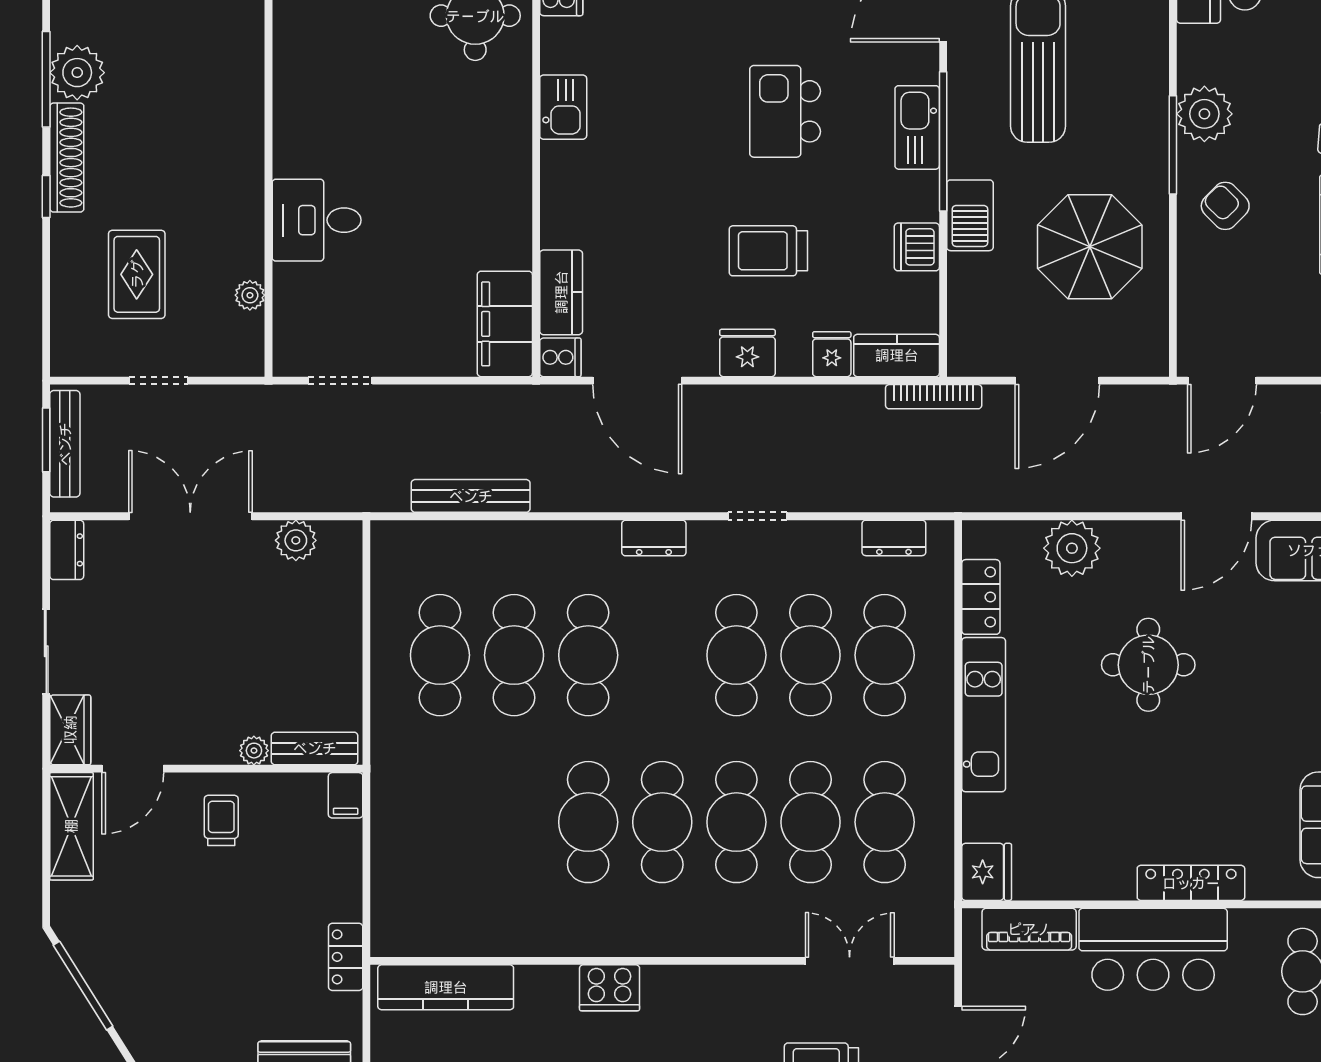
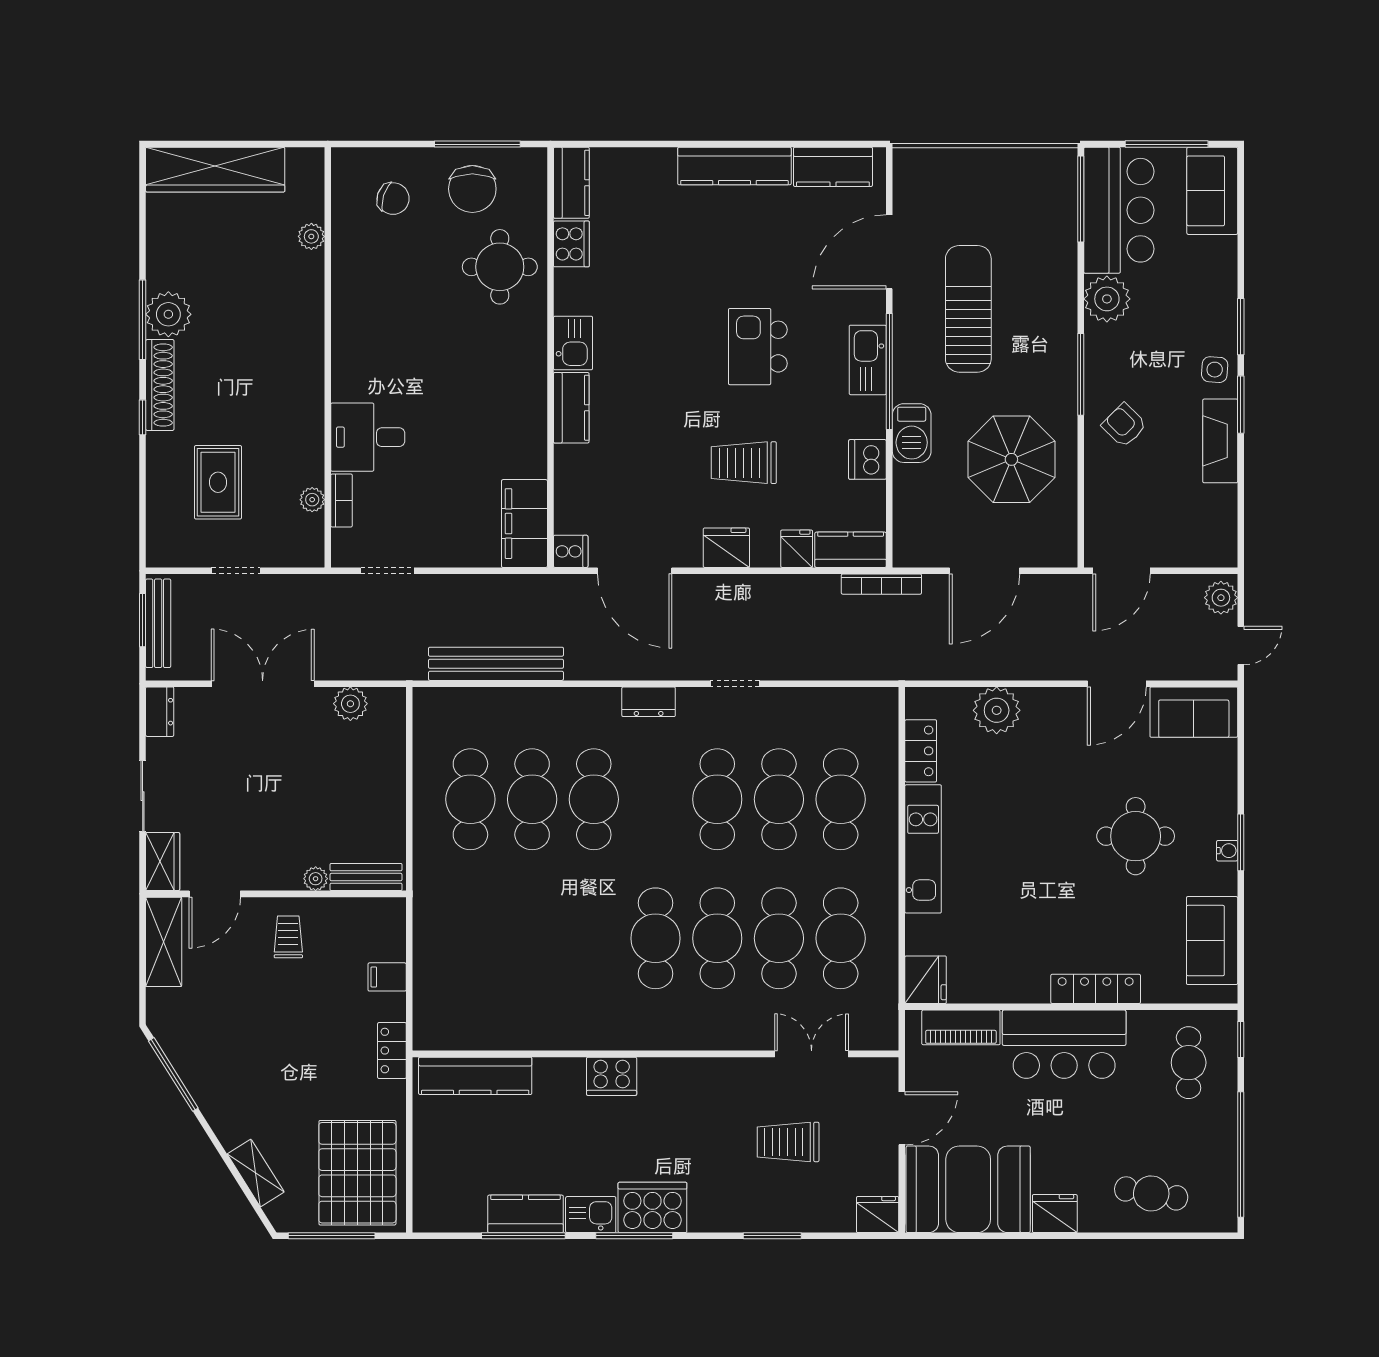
plant: (1204, 114) -> (1107, 299), moved
kitchen counter: (561, 292) -> (571, 408), moved
bookcase: (285, 296) -> (341, 500), added
bench: (471, 496) -> (496, 664), width x1.37, depth x1.21
dresser: (894, 538) -> (848, 702), removed
round table: (1148, 665) -> (1136, 836), moved
filing cabinet: (346, 795) -> (387, 977), moved, turned 90
cafe table: (588, 822) -> (594, 938), removed

